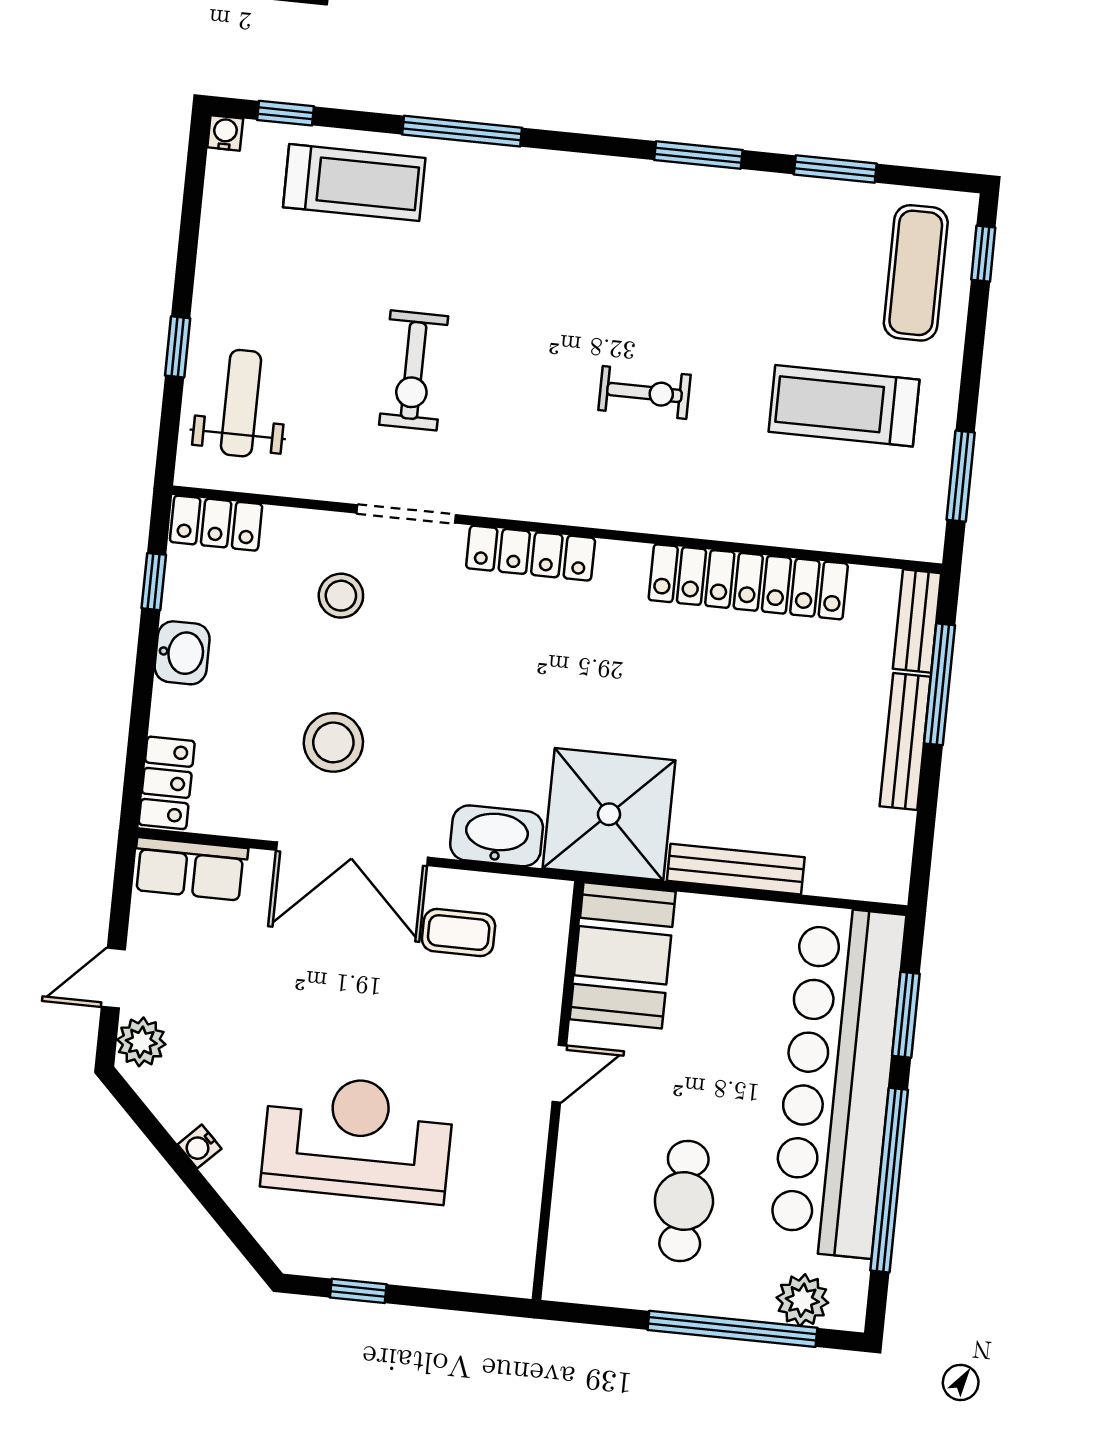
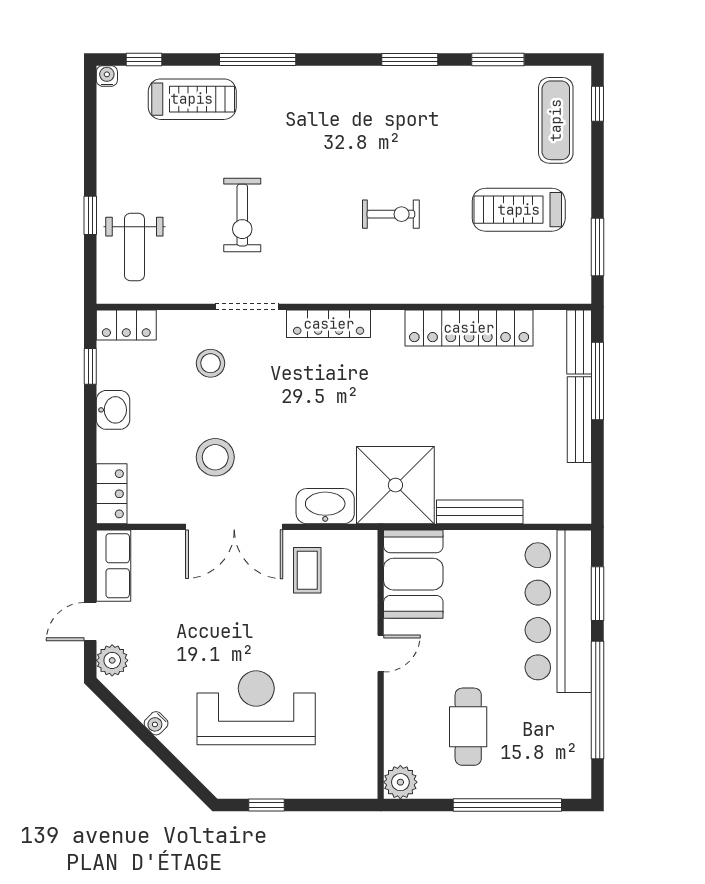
weight bench: (241, 403) -> (134, 247), turned 180
row of seats: (190, 869) -> (114, 566), moved, turned -90
coffee table: (459, 933) -> (307, 570), turned 90
bar counter: (838, 1082) -> (558, 611), width x0.73
plant: (802, 1300) -> (400, 782), moved

